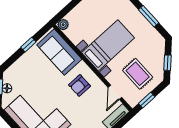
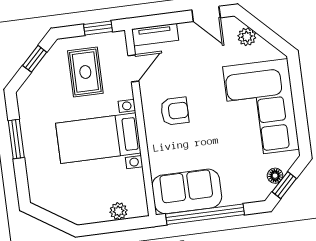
plant: (63, 25) -> (119, 211), moved
window: (28, 45) -> (205, 214), width x3.17
sofa: (59, 52) -> (187, 191), moved, turned -90

